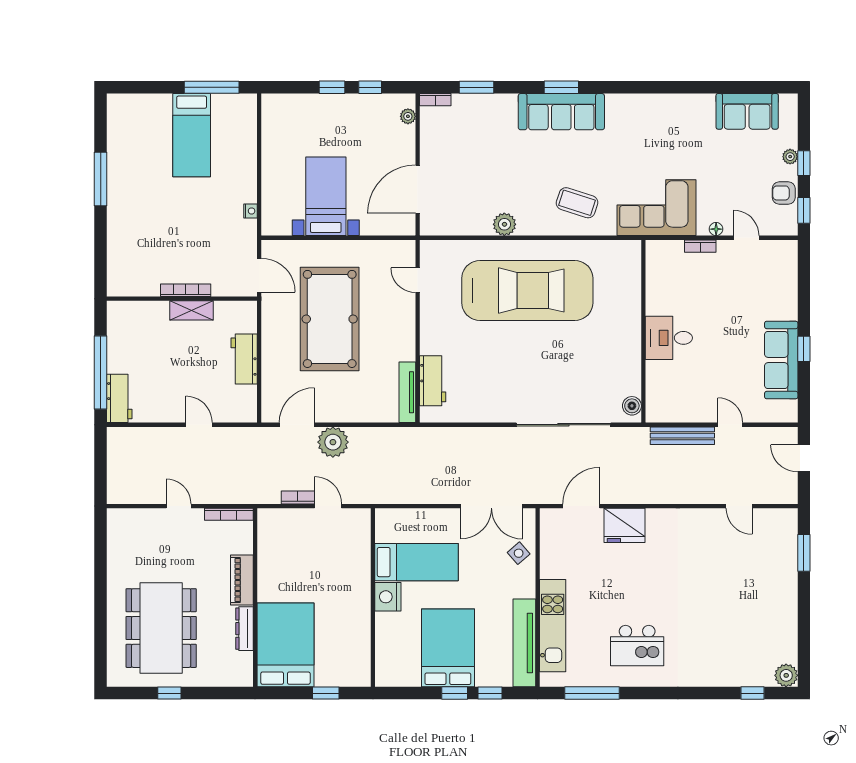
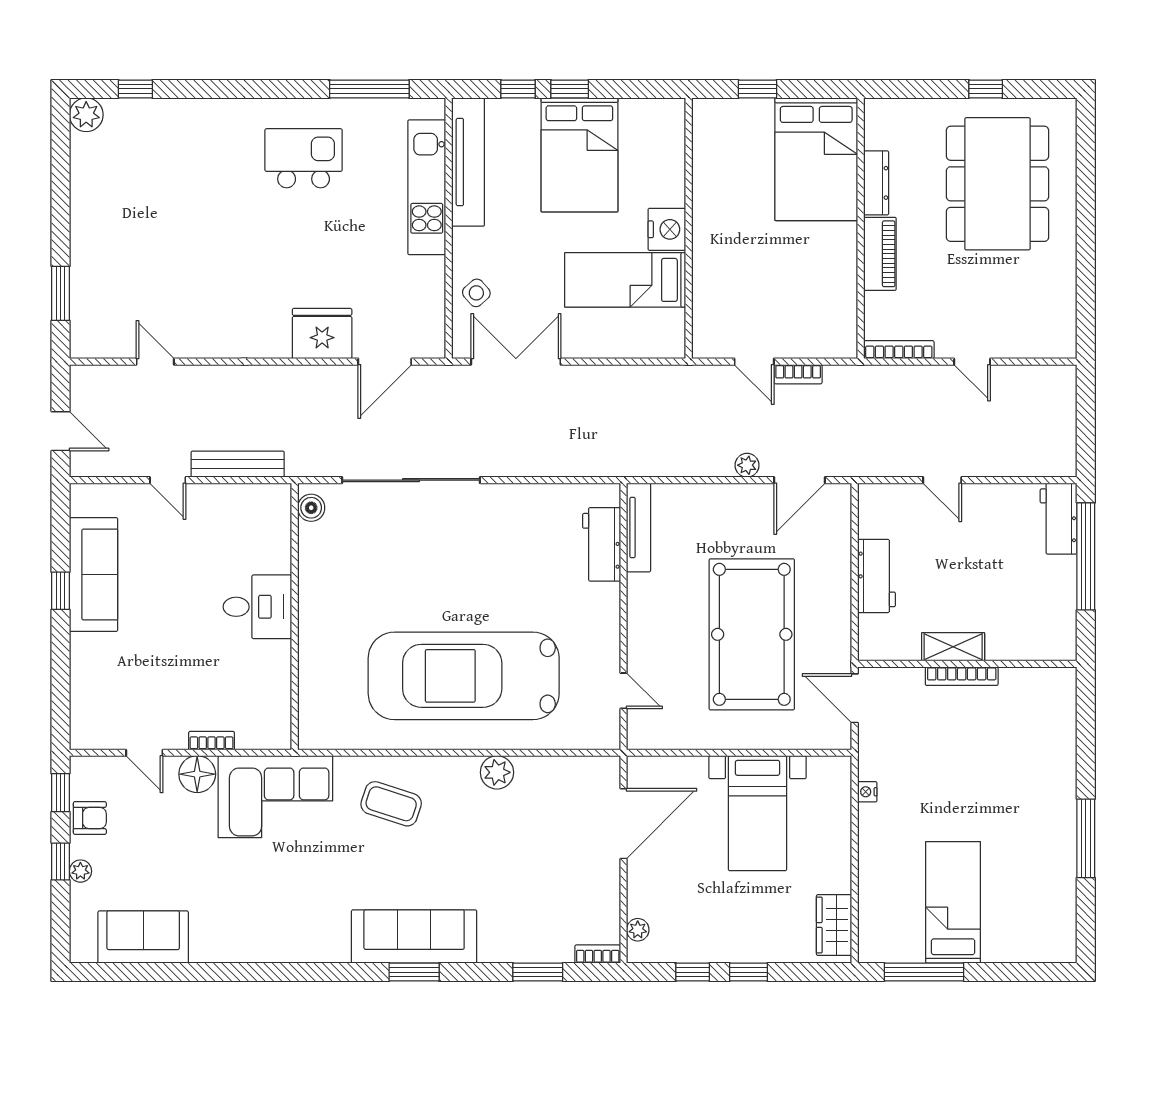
wardrobe: (273, 120) -> (834, 925), added
floor lamp: (716, 229) -> (197, 774), width x1.89, depth x1.89
plant: (333, 442) -> (747, 465), width x0.53, depth x0.53

